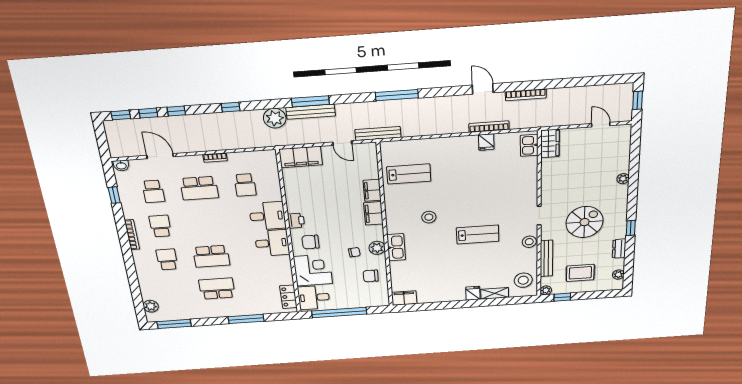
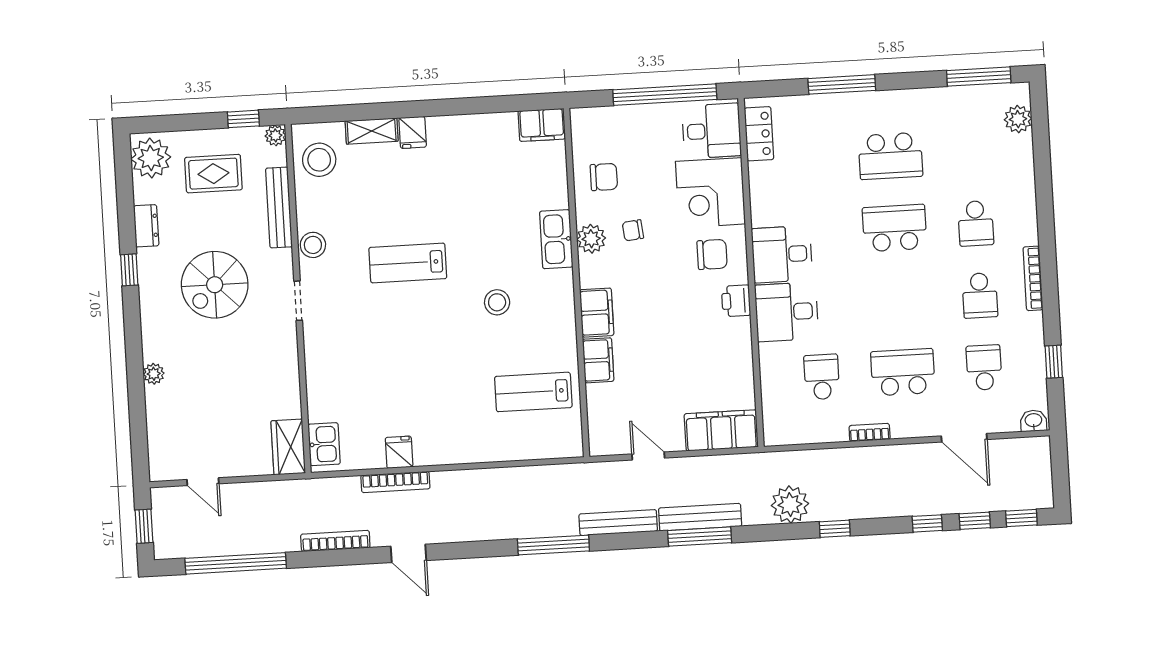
window: (586, 81) -> (236, 563), added
plant: (275, 118) -> (790, 505), moved
bench: (378, 134) -> (618, 523), moved
plant: (618, 275) -> (151, 158), width x1.87, depth x1.87

